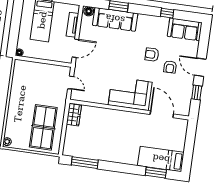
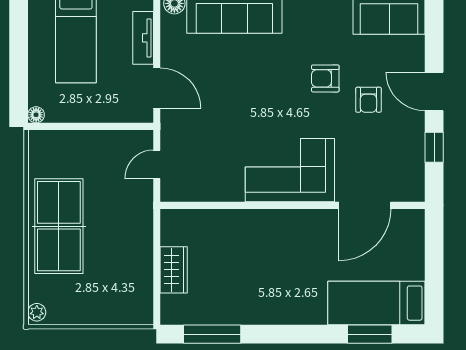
door: (75, 48) -> (157, 88), hinge flipped
door: (71, 83) -> (157, 164), swing flipped
door: (162, 114) -> (365, 205), swing flipped
wardrobe: (74, 115) -> (174, 270), moved
table tennis table: (43, 127) -> (59, 226), moved

